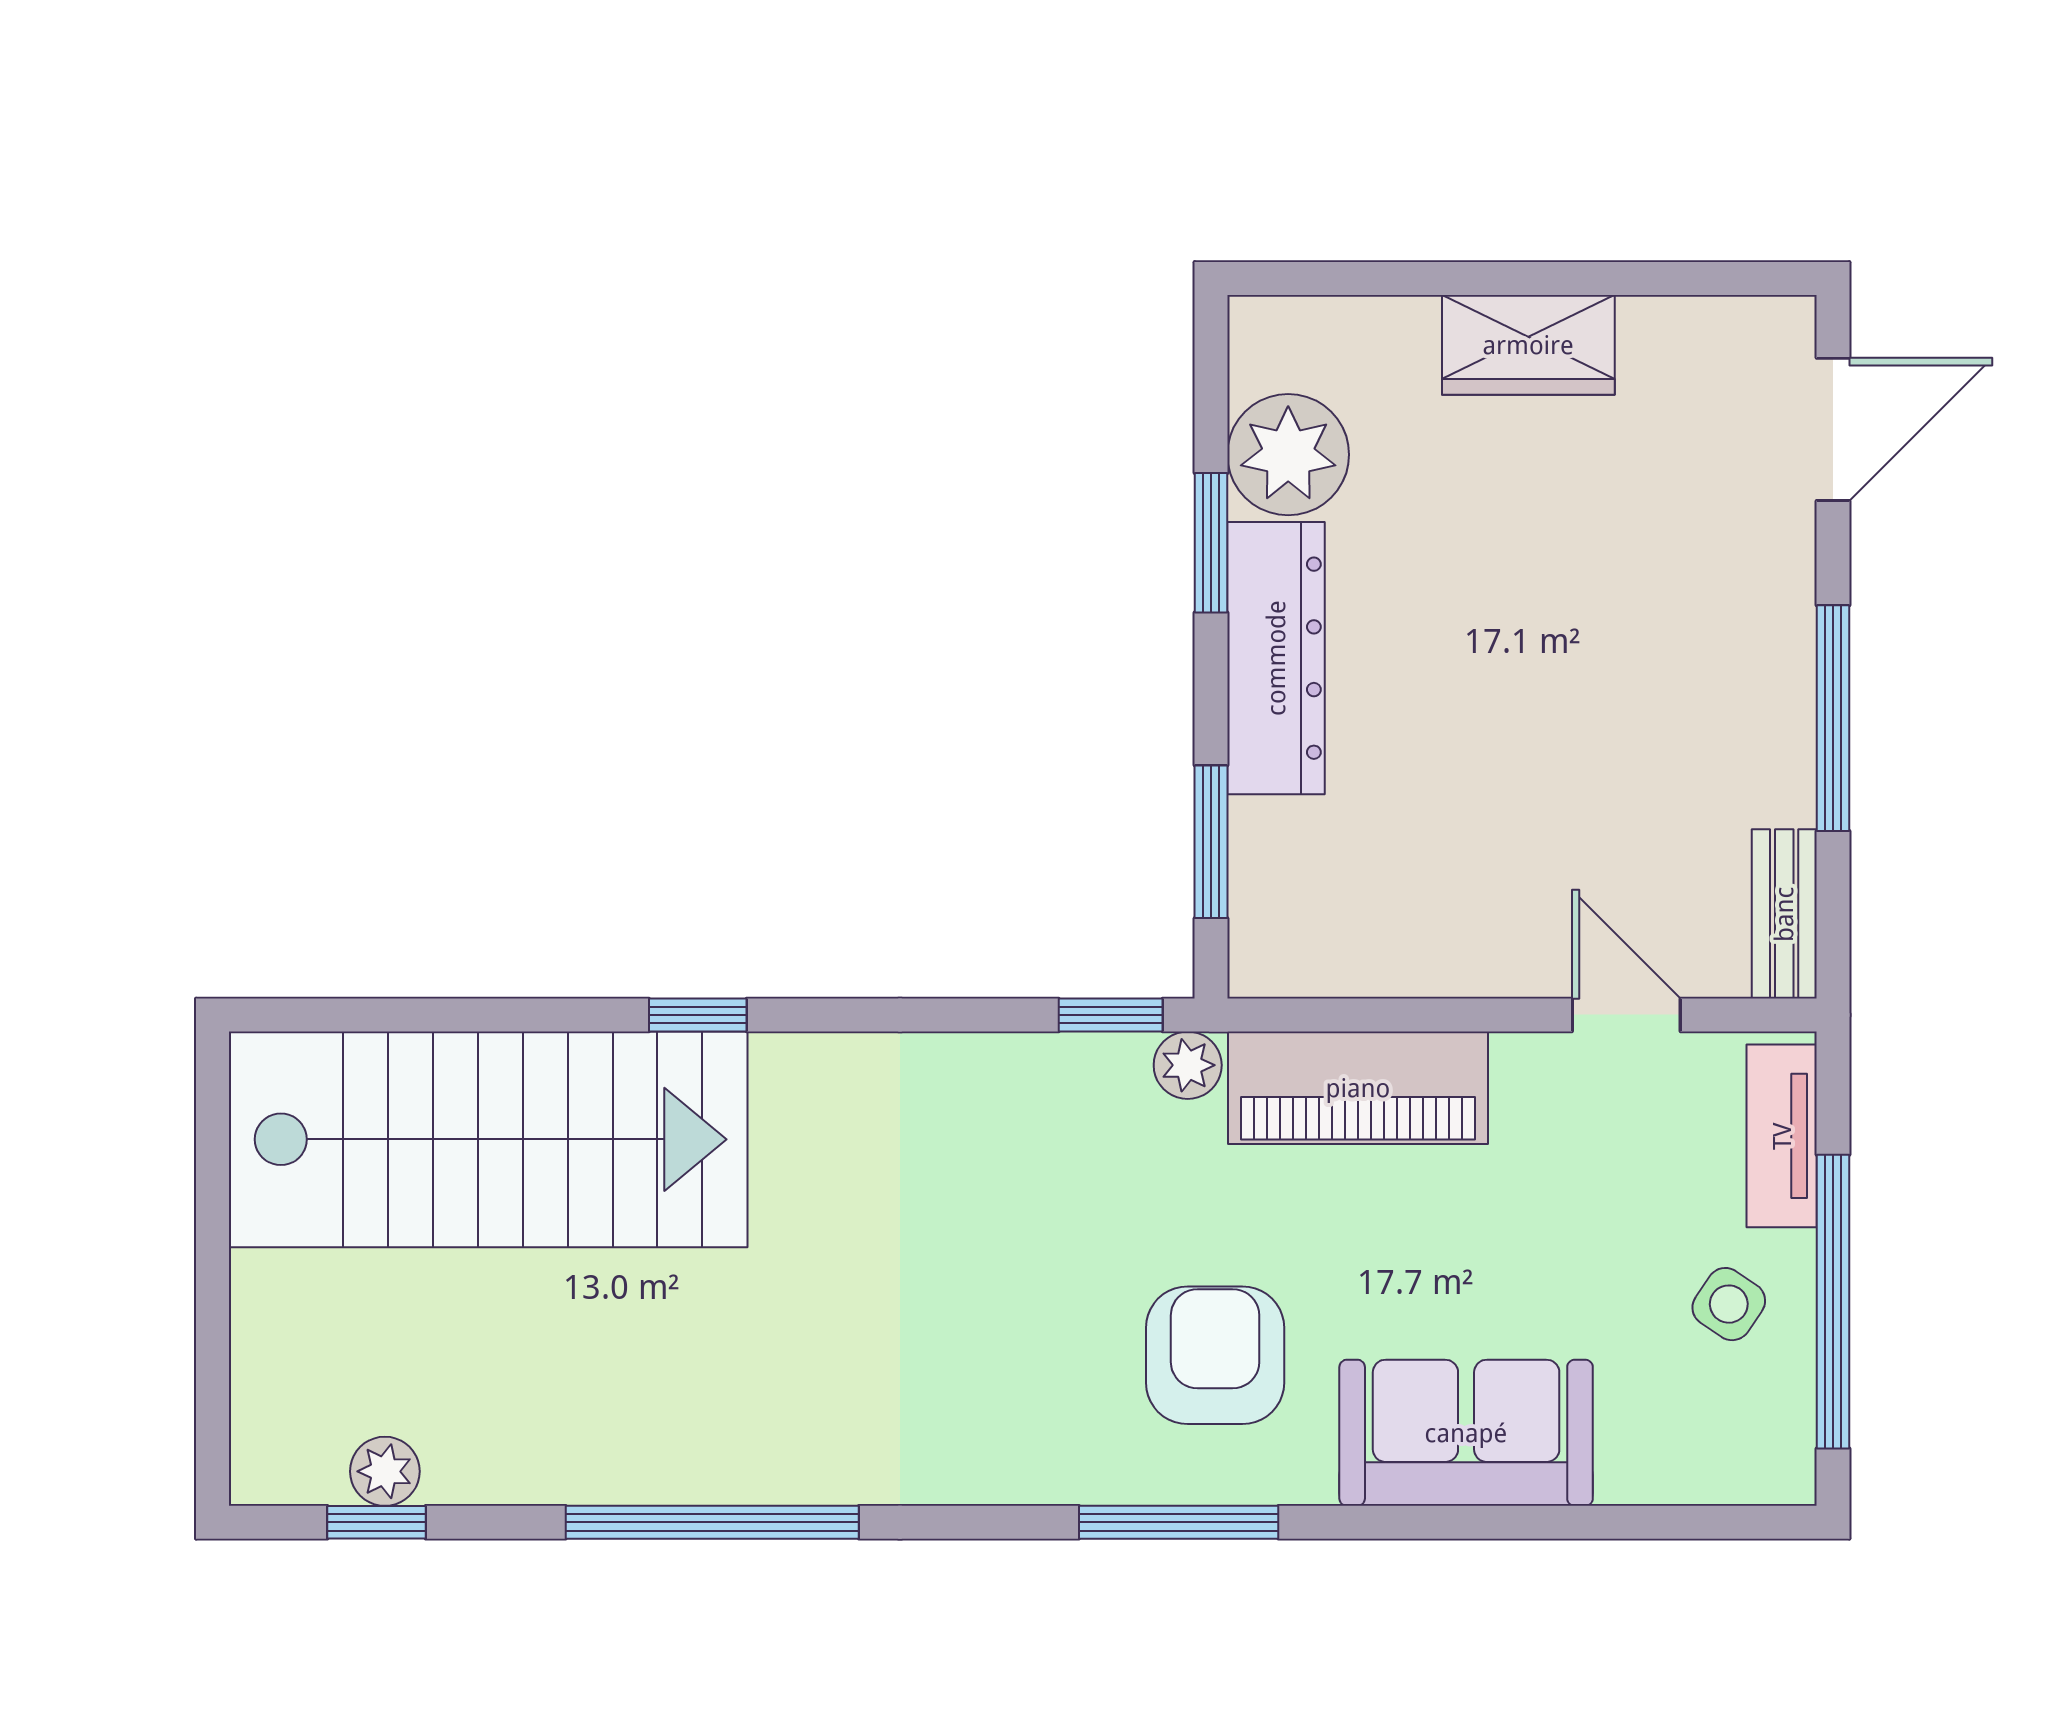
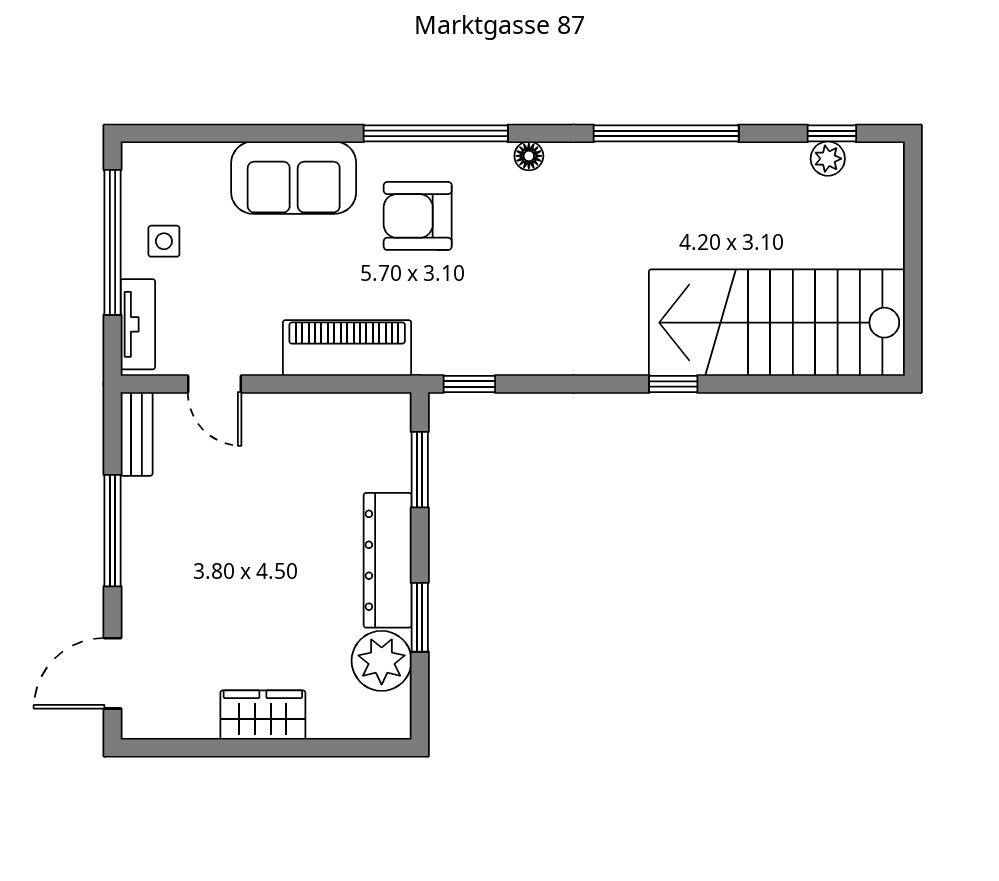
plant: (1188, 1065) -> (431, 359), removed
side table: (1729, 1304) -> (164, 241), turned -34
armchair: (1215, 1355) -> (418, 216), turned 90
floor lamp: (990, 1477) -> (529, 156), added
window: (1179, 1522) -> (436, 133), width x1.46

